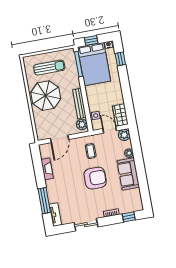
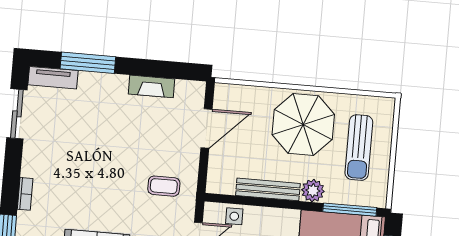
plant: (82, 124) -> (313, 191), moved
door: (59, 139) -> (206, 128), swing flipped
armchair: (95, 178) -> (106, 180), removed
sliding door: (86, 225) -> (17, 114), moved

